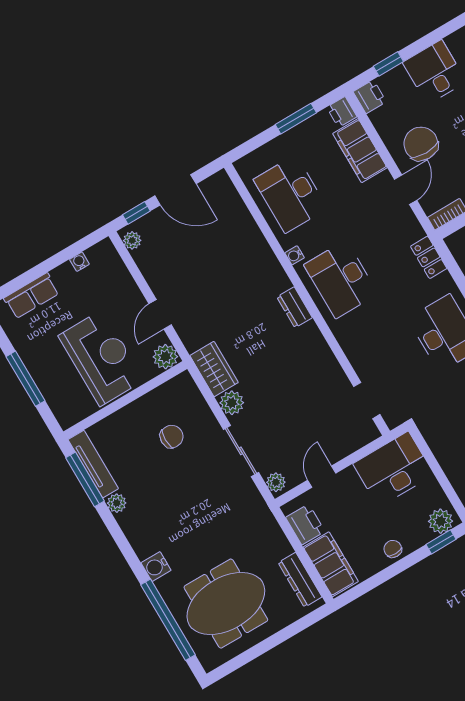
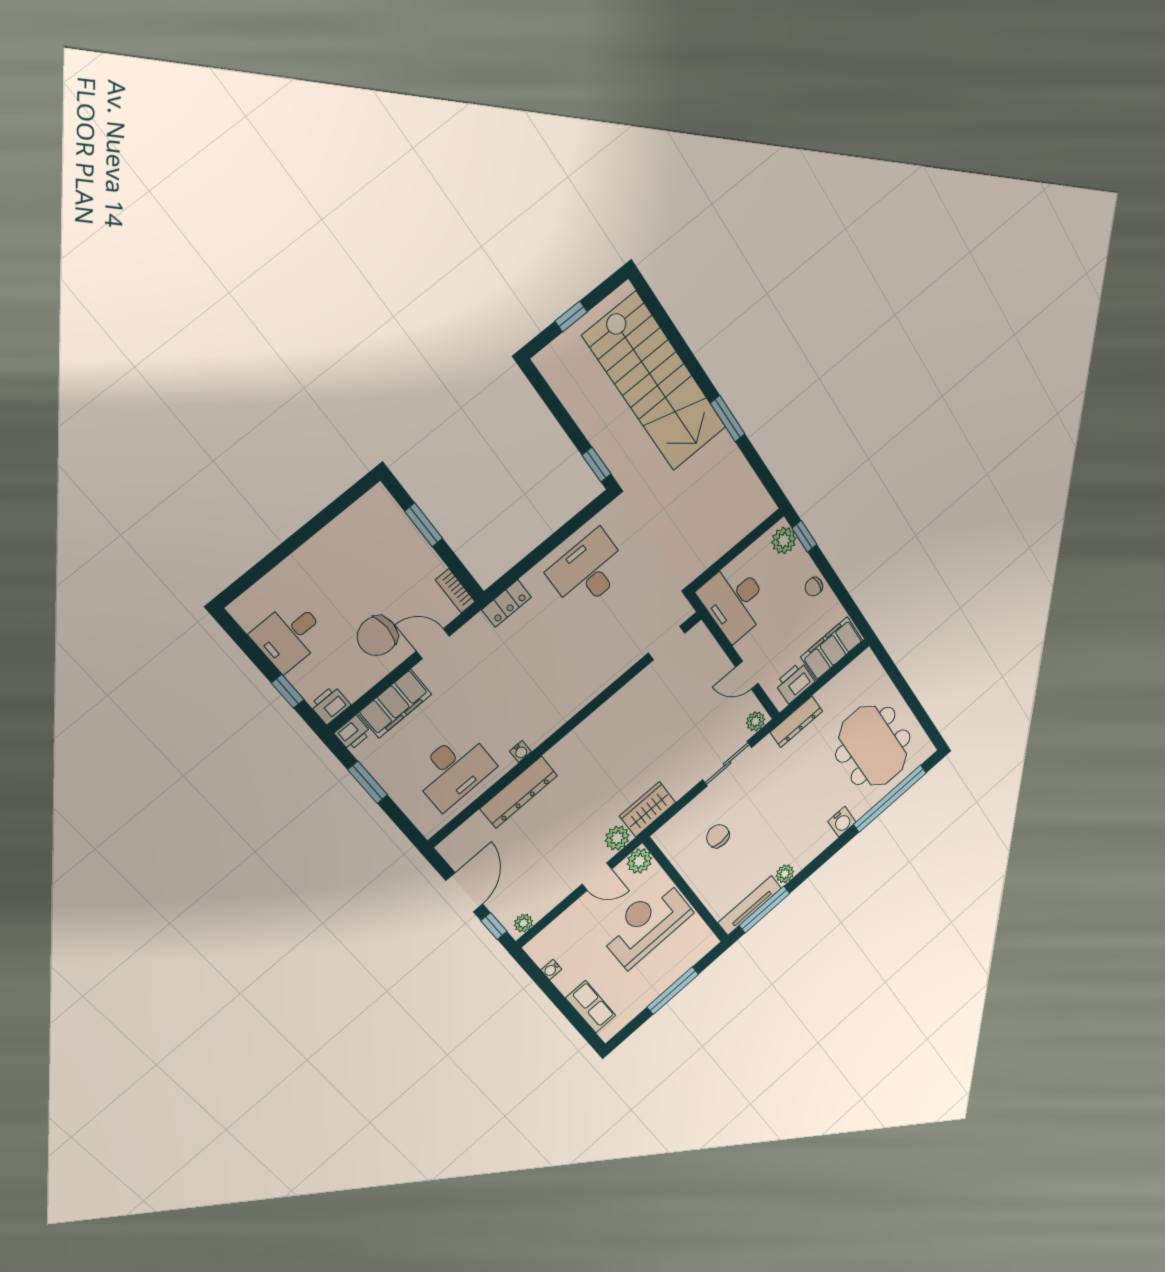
desk: (341, 279) -> (541, 696), removed
dresser: (295, 307) -> (519, 792), moved, width x1.96, depth x1.24
plant: (232, 403) -> (617, 838), moved
dresser: (300, 580) -> (796, 722), moved

